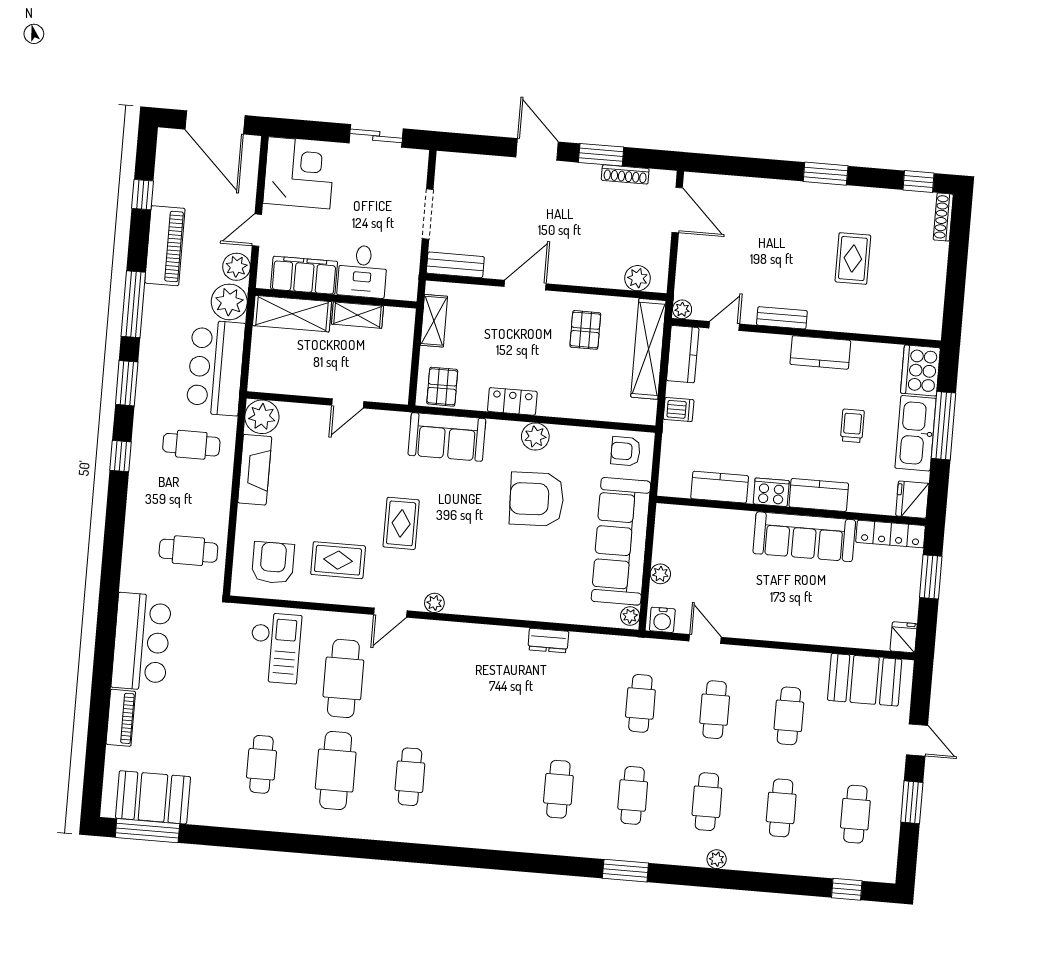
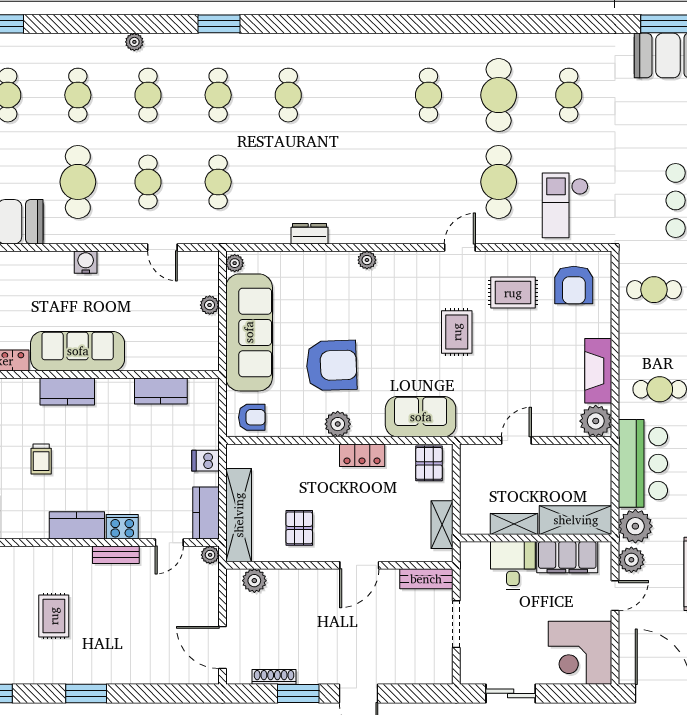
cooker: (771, 492) -> (122, 527), moved, turned 180
plant: (434, 603) -> (367, 260), moved
water cooler: (662, 620) -> (86, 262), moved
cafe table: (789, 716) -> (78, 182), width x1.37, depth x1.35

